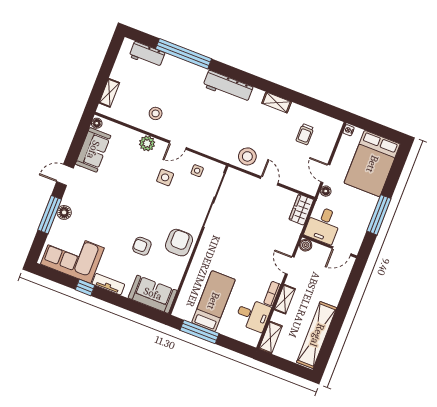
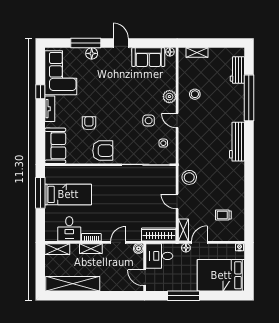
shelving: (277, 103) -> (183, 230), moved
door: (269, 181) -> (177, 201), swing flipped
wardrobe: (301, 210) -> (159, 235), width x1.50

